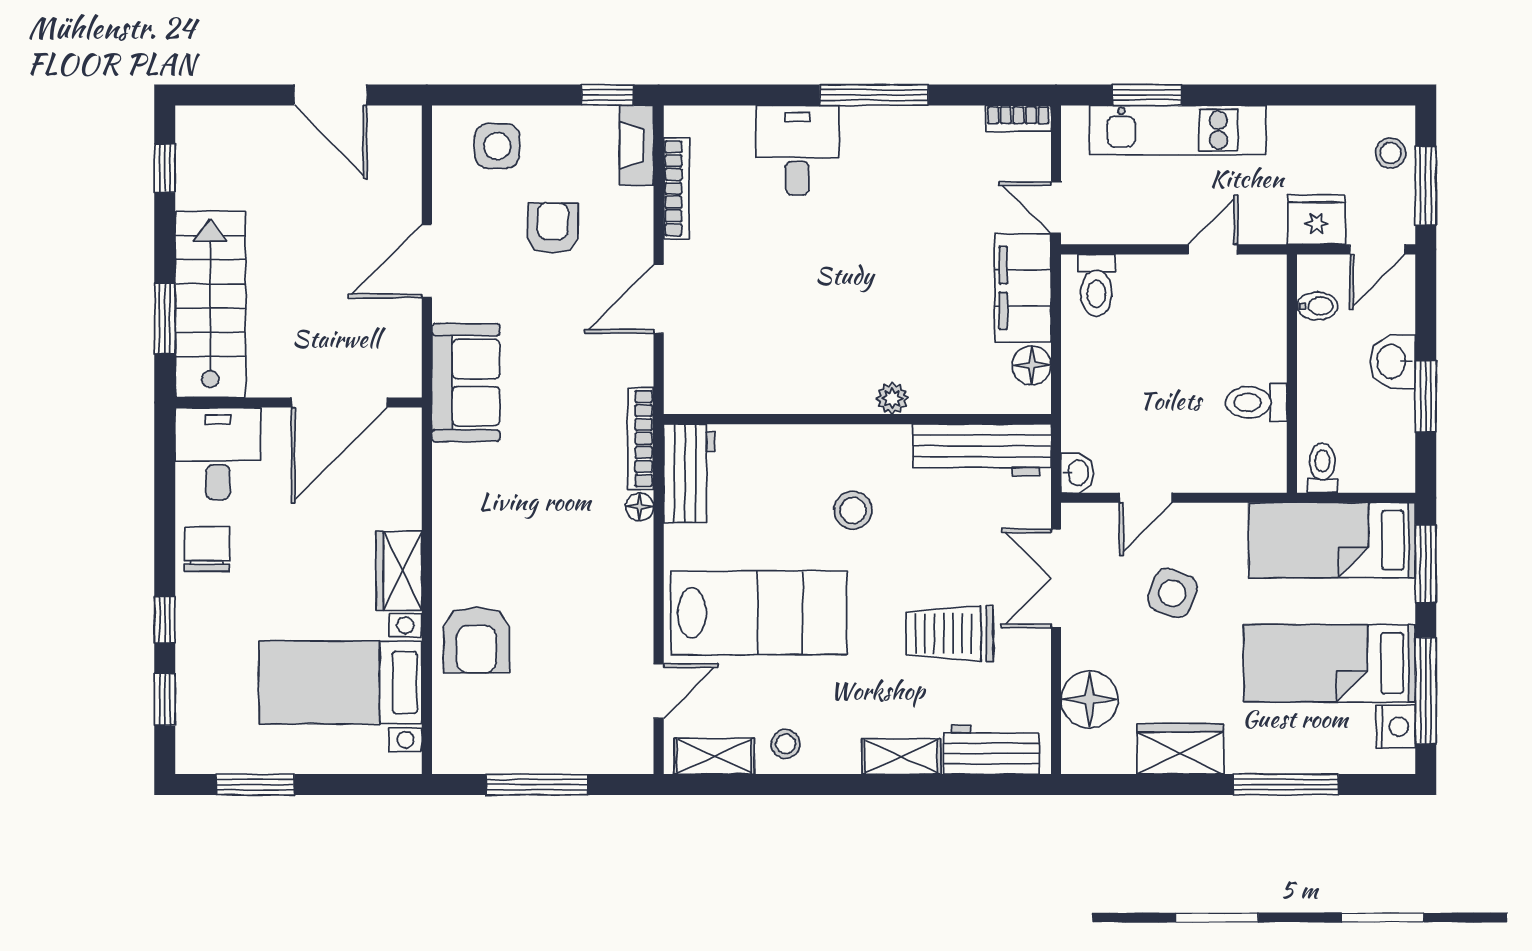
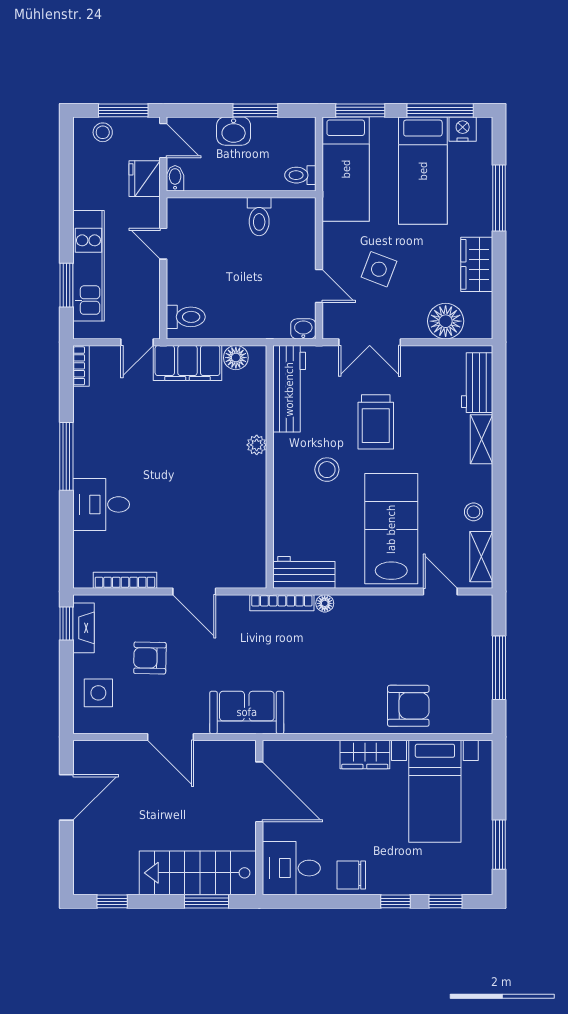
fireplace: (637, 145) -> (84, 628), moved, turned -90
bidet: (1317, 306) -> (175, 178), moved
trolley: (950, 634) -> (376, 422), moved

